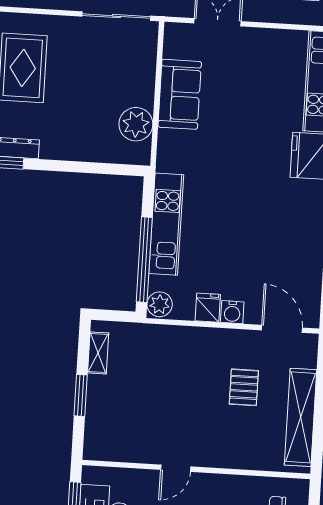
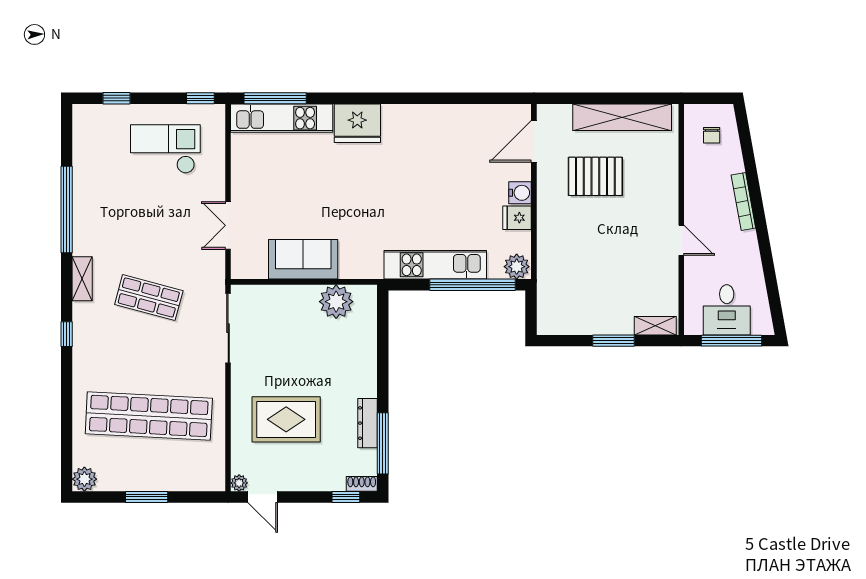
shelving: (98, 353) -> (655, 326), moved
pallet: (244, 387) -> (595, 176), width x1.50, depth x1.42

